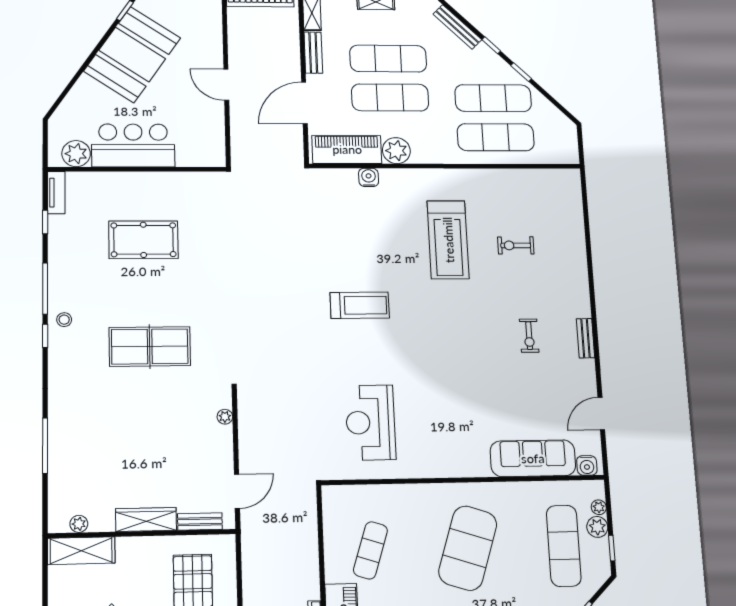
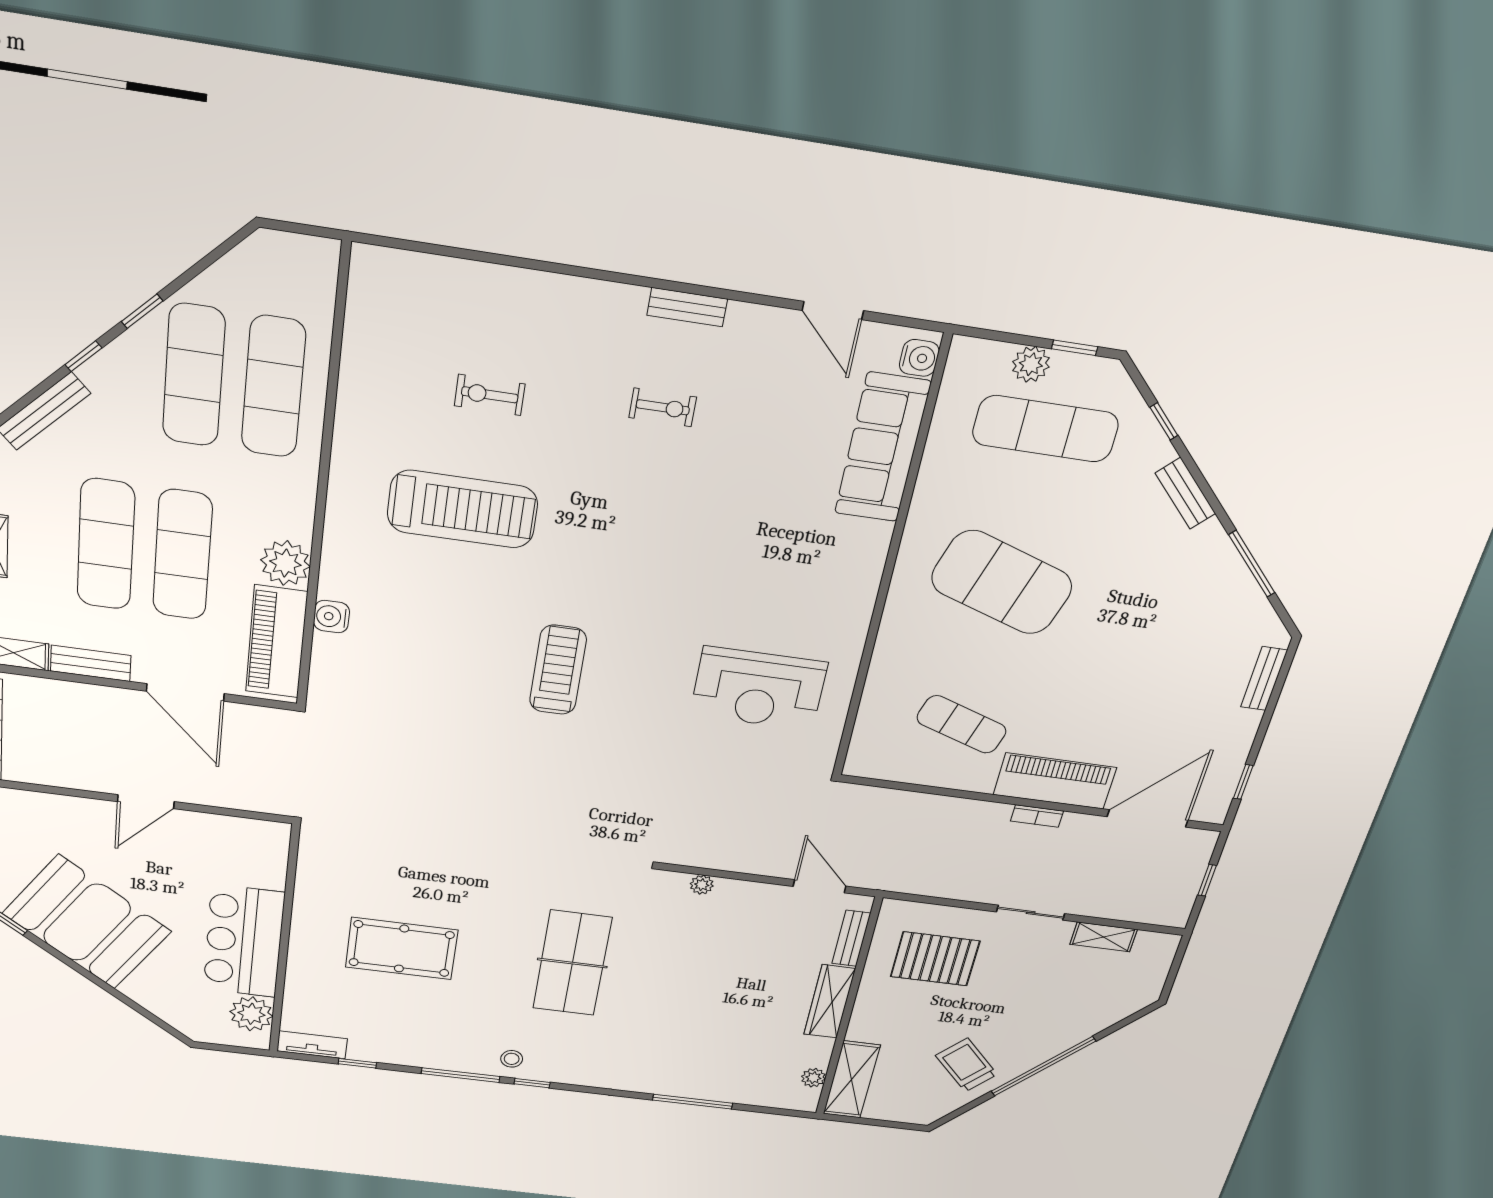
pool table: (143, 240) -> (402, 949), turned 90
exercise bike: (516, 245) -> (490, 395), turned 90
plant: (599, 507) -> (998, 354), removed

